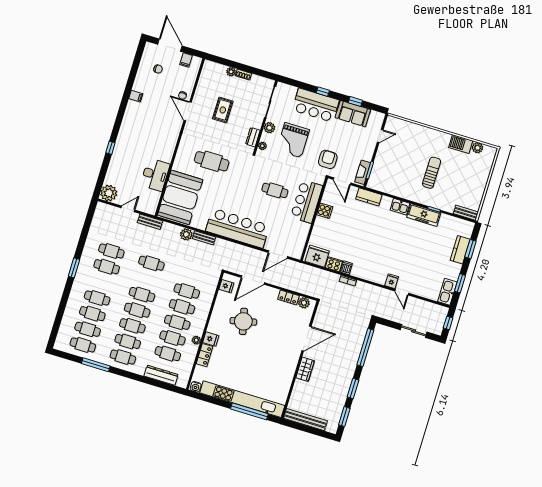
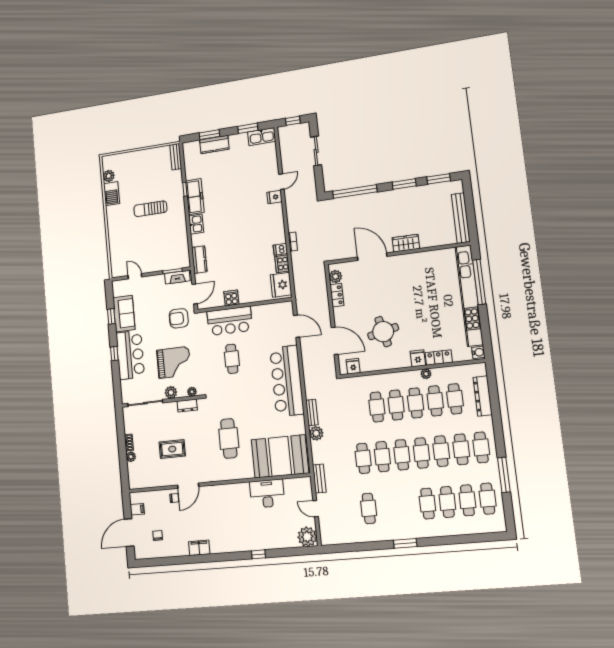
filing cabinet: (136, 96) -> (199, 548), width x2.00
cafe table: (107, 267) -> (382, 457), moved

